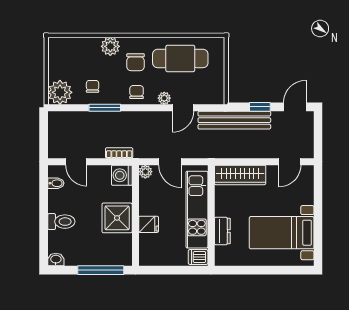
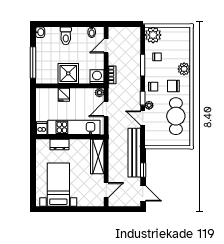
window: (154, 108) -> (143, 98), added
door: (290, 162) -> (106, 190), swing flipped

